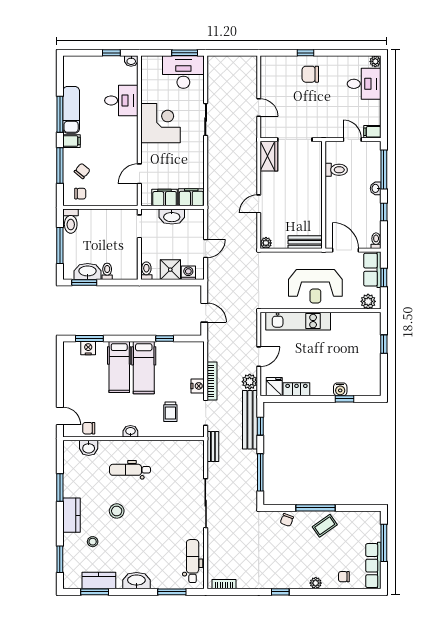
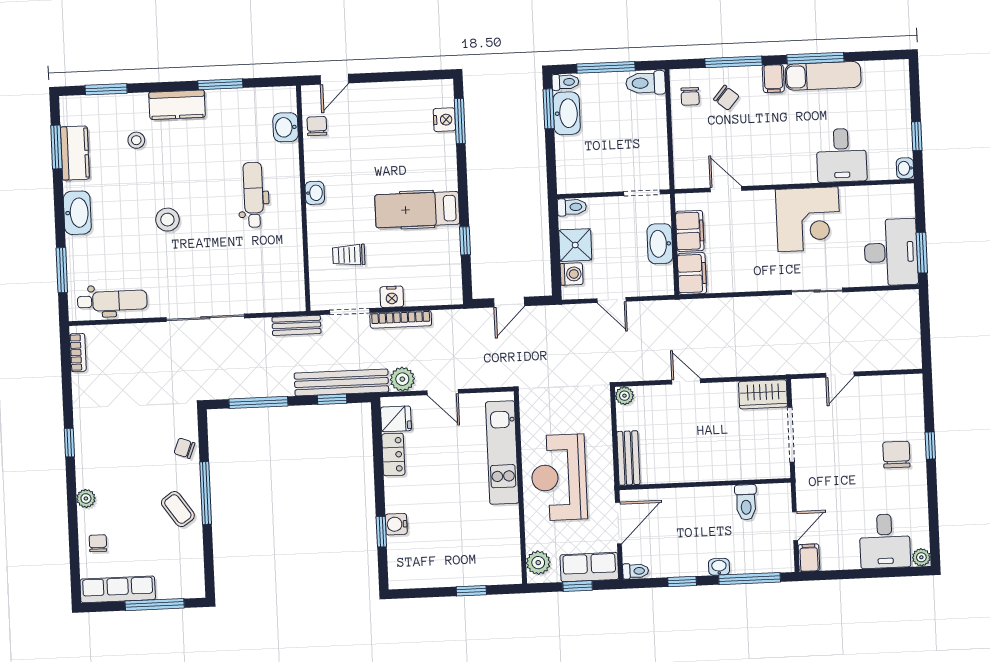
toilet: (107, 271) -> (565, 82), moved
hospital bed: (119, 367) -> (416, 170), removed
stool: (117, 511) -> (167, 220), moved

